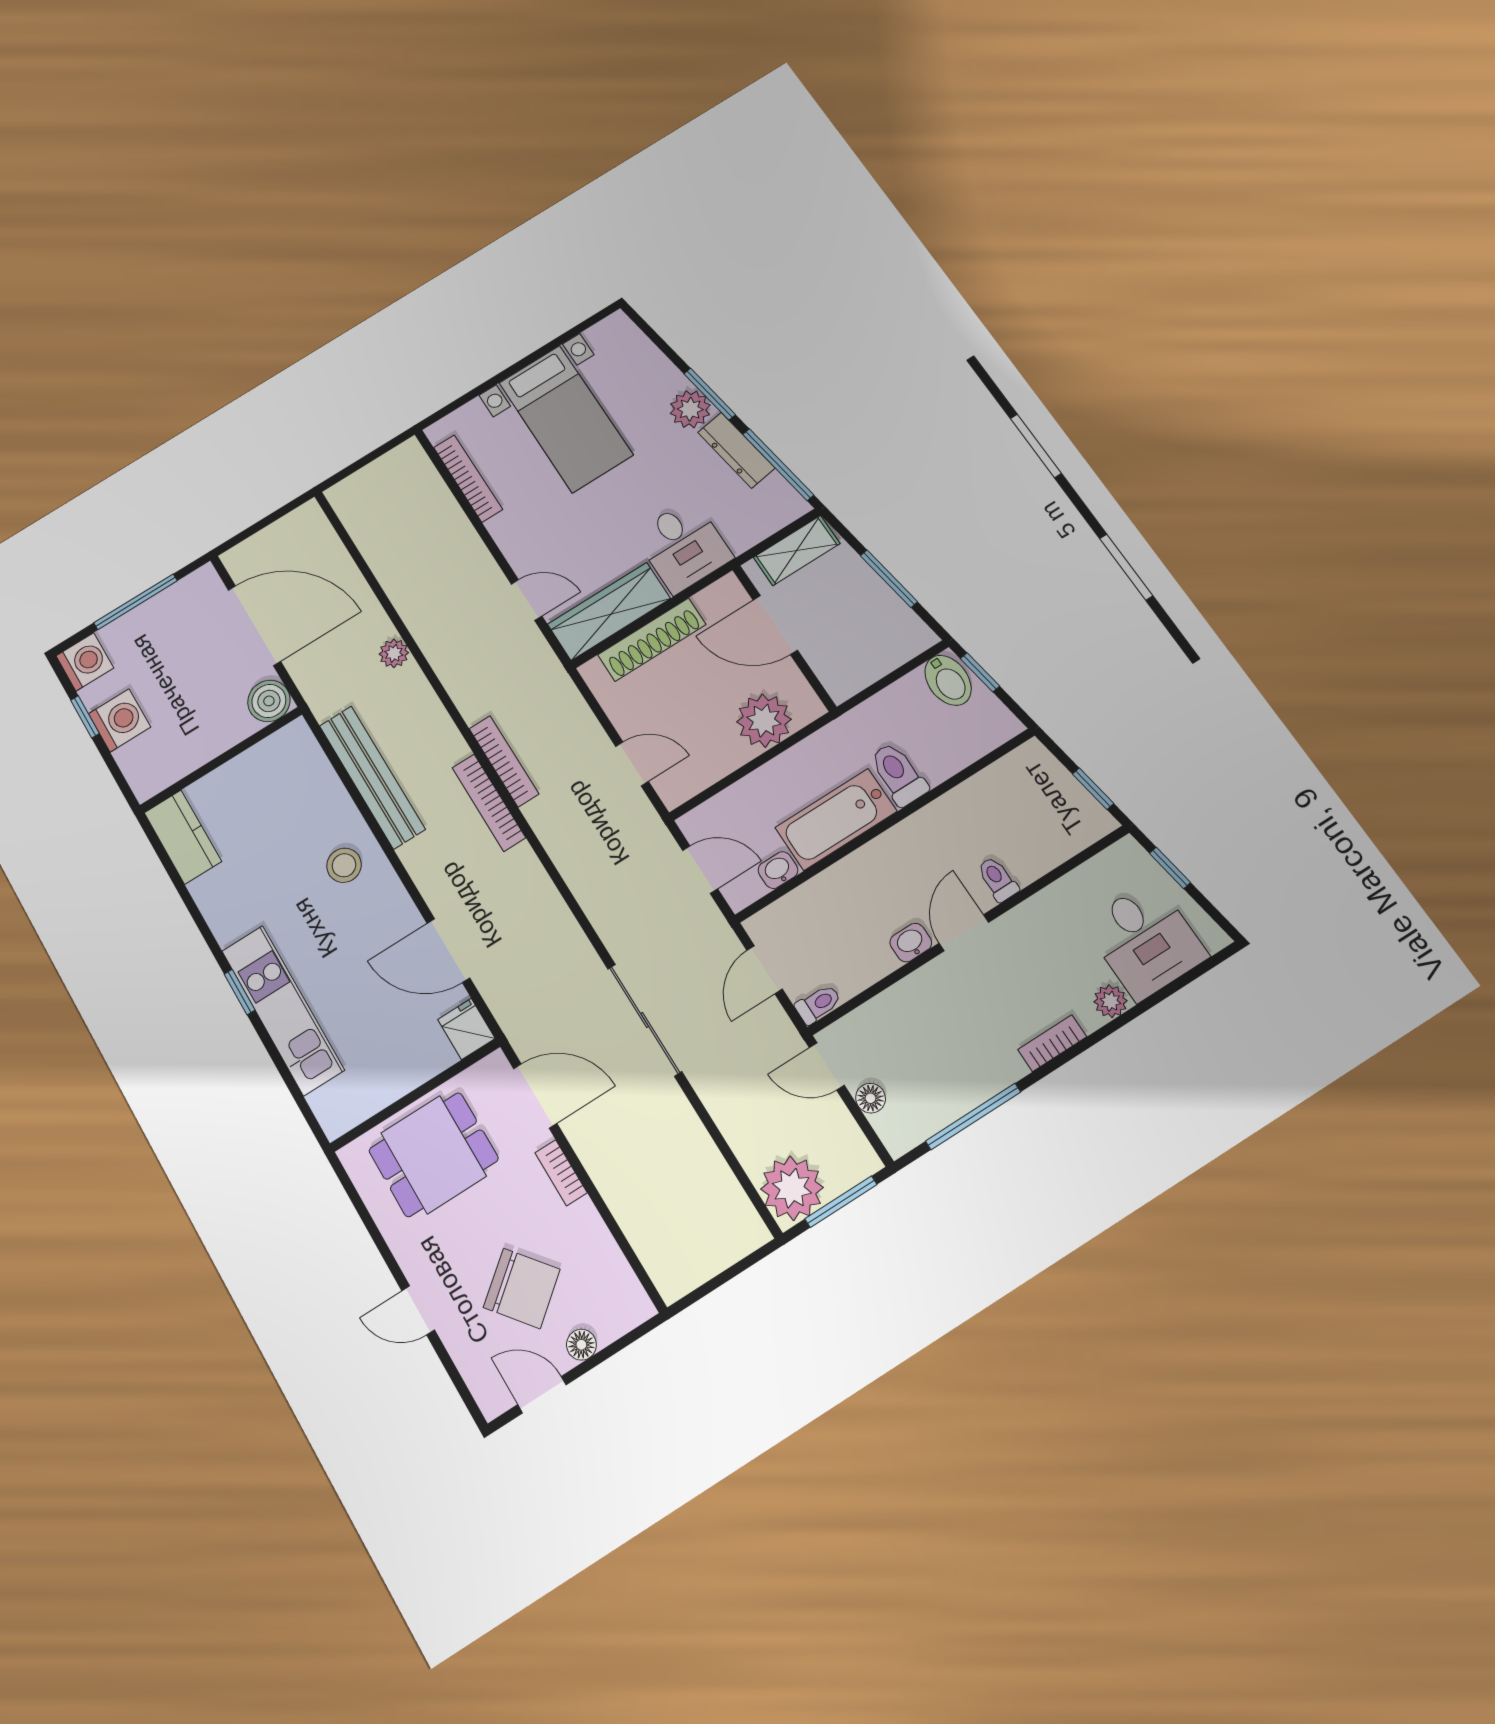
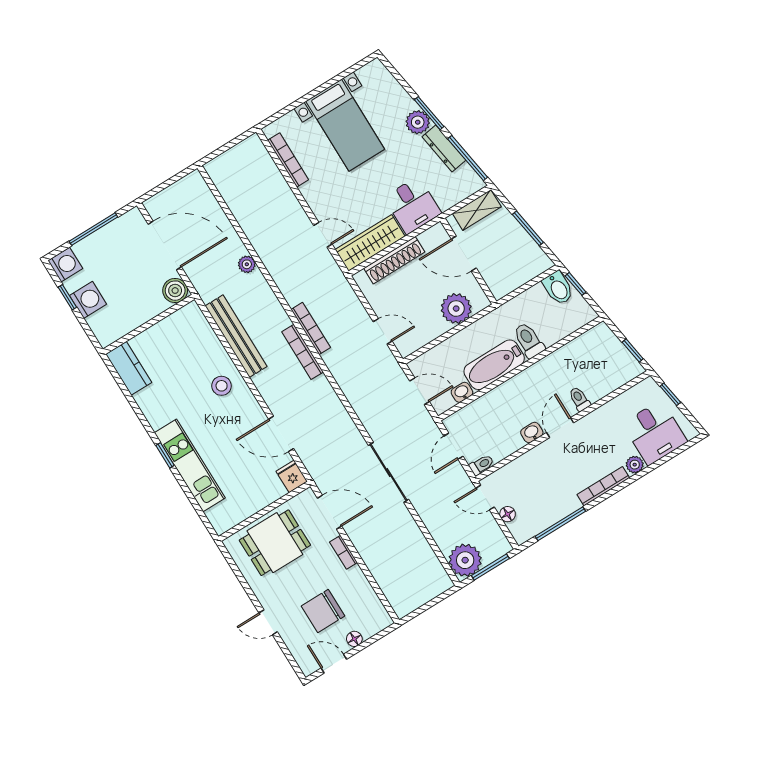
bookcase: (1052, 1043) -> (603, 486), width x1.56
chair: (522, 1288) -> (323, 611), turned 129

